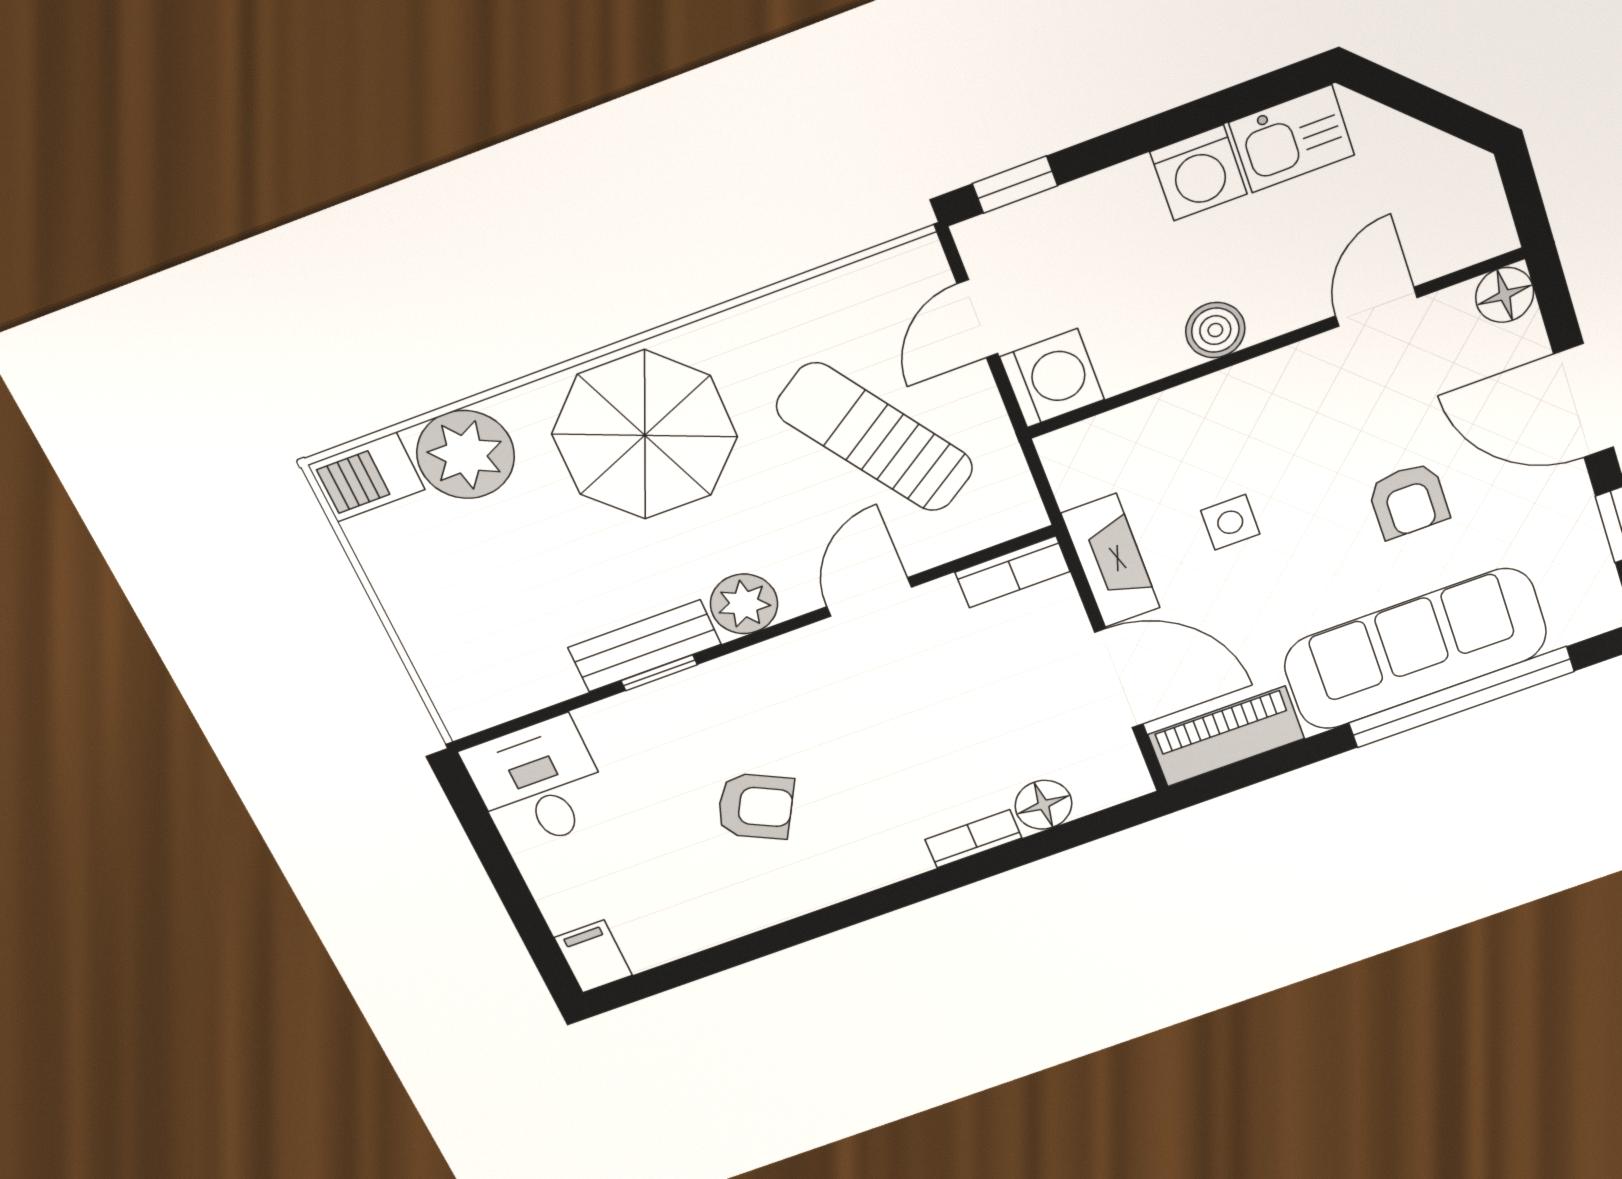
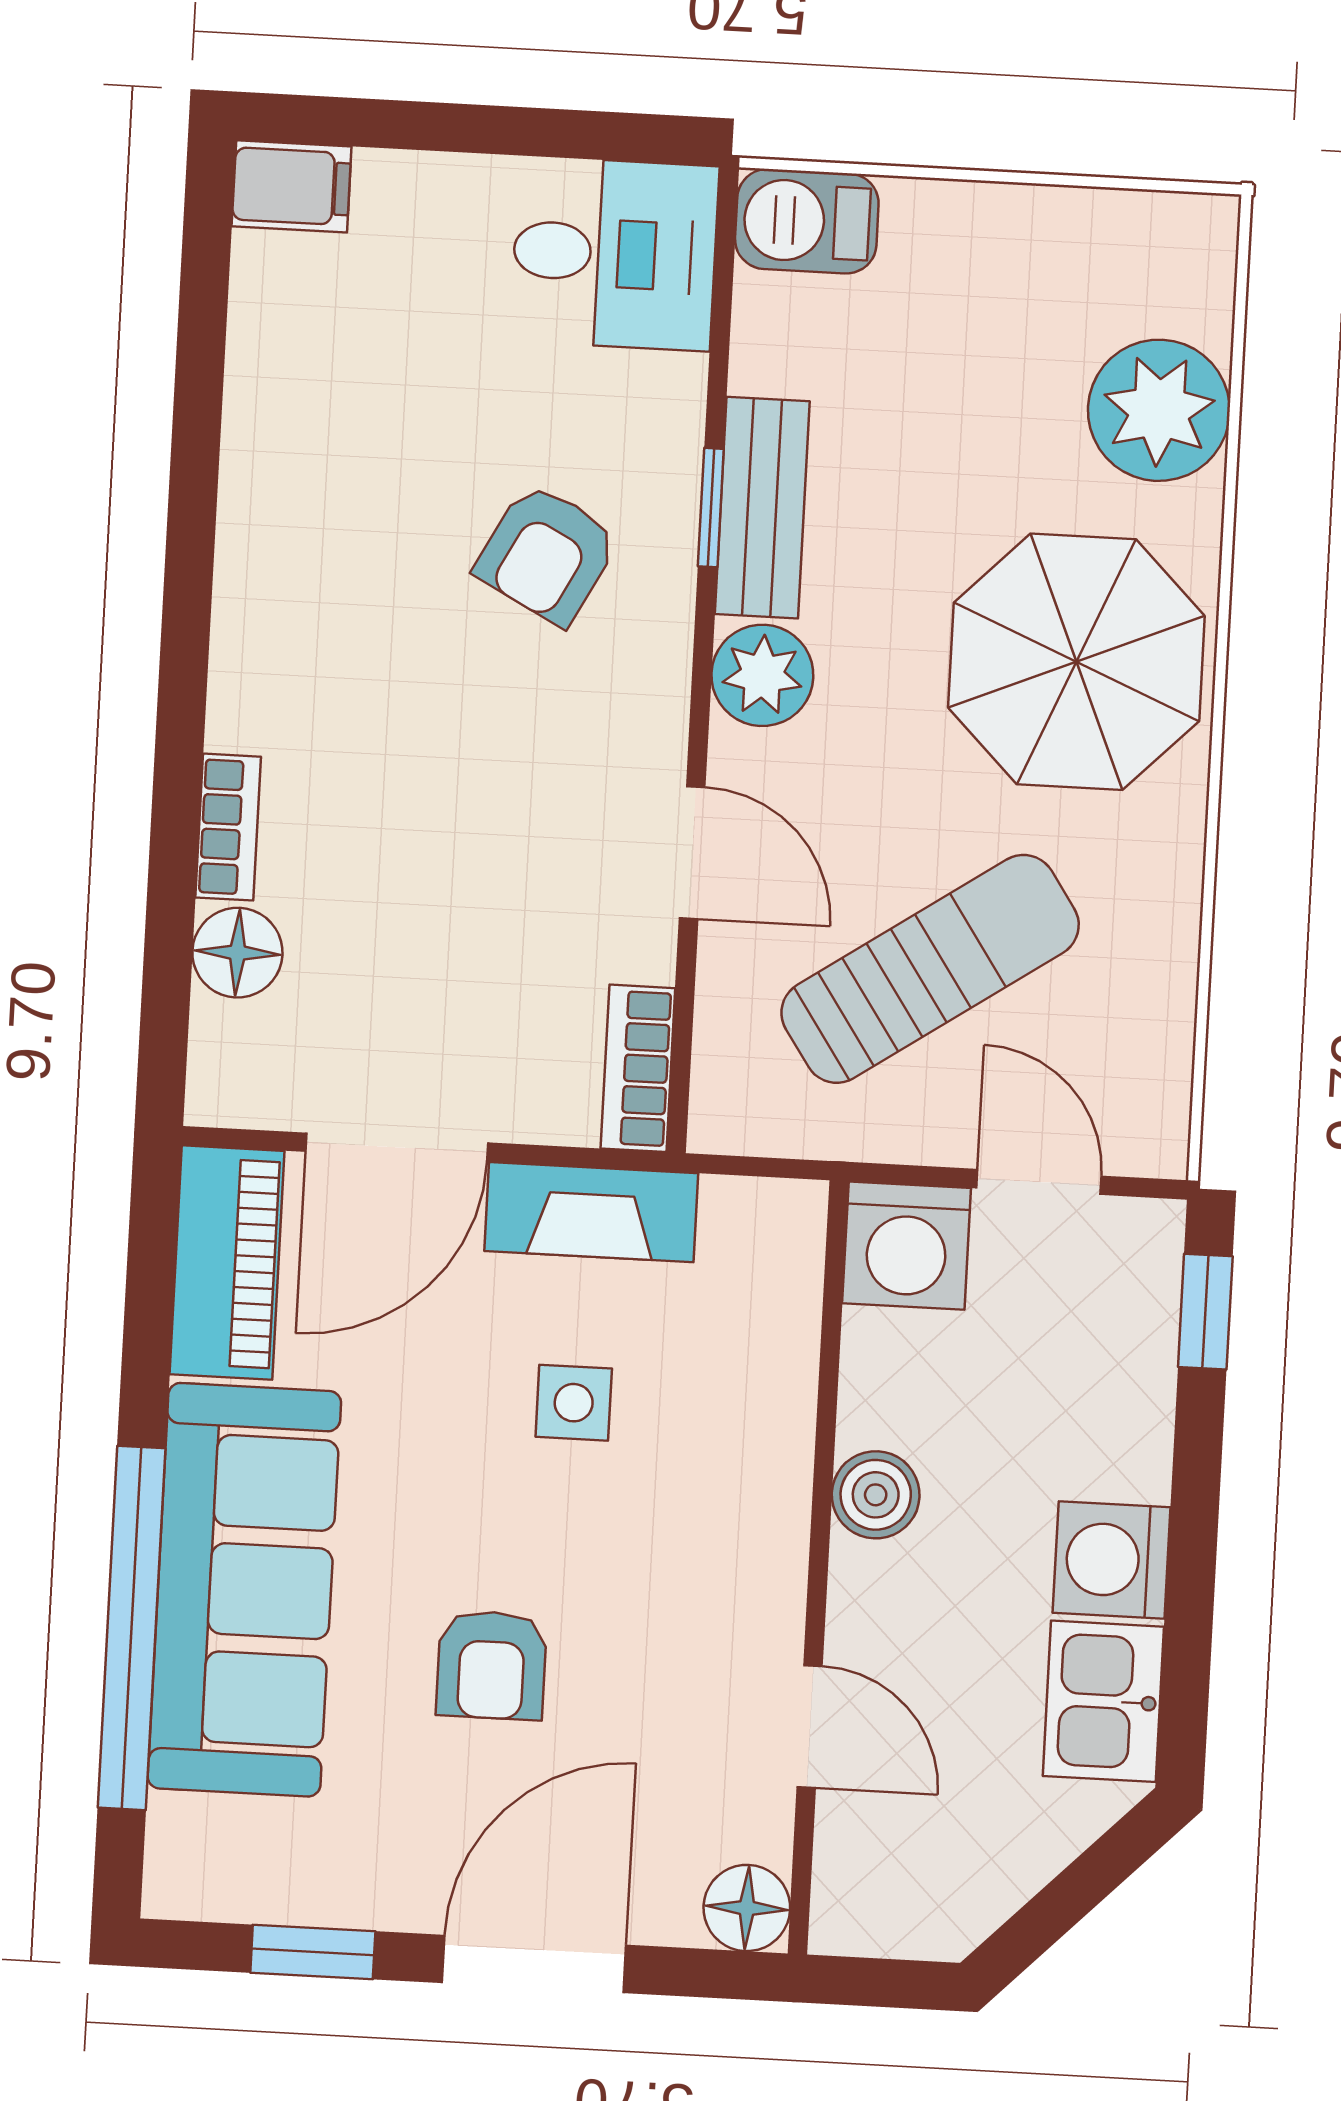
barbecue: (366, 477) -> (807, 221), moved, turned -90
armchair: (1408, 501) -> (491, 1665), turned -90
armchair: (755, 806) -> (547, 554), moved

